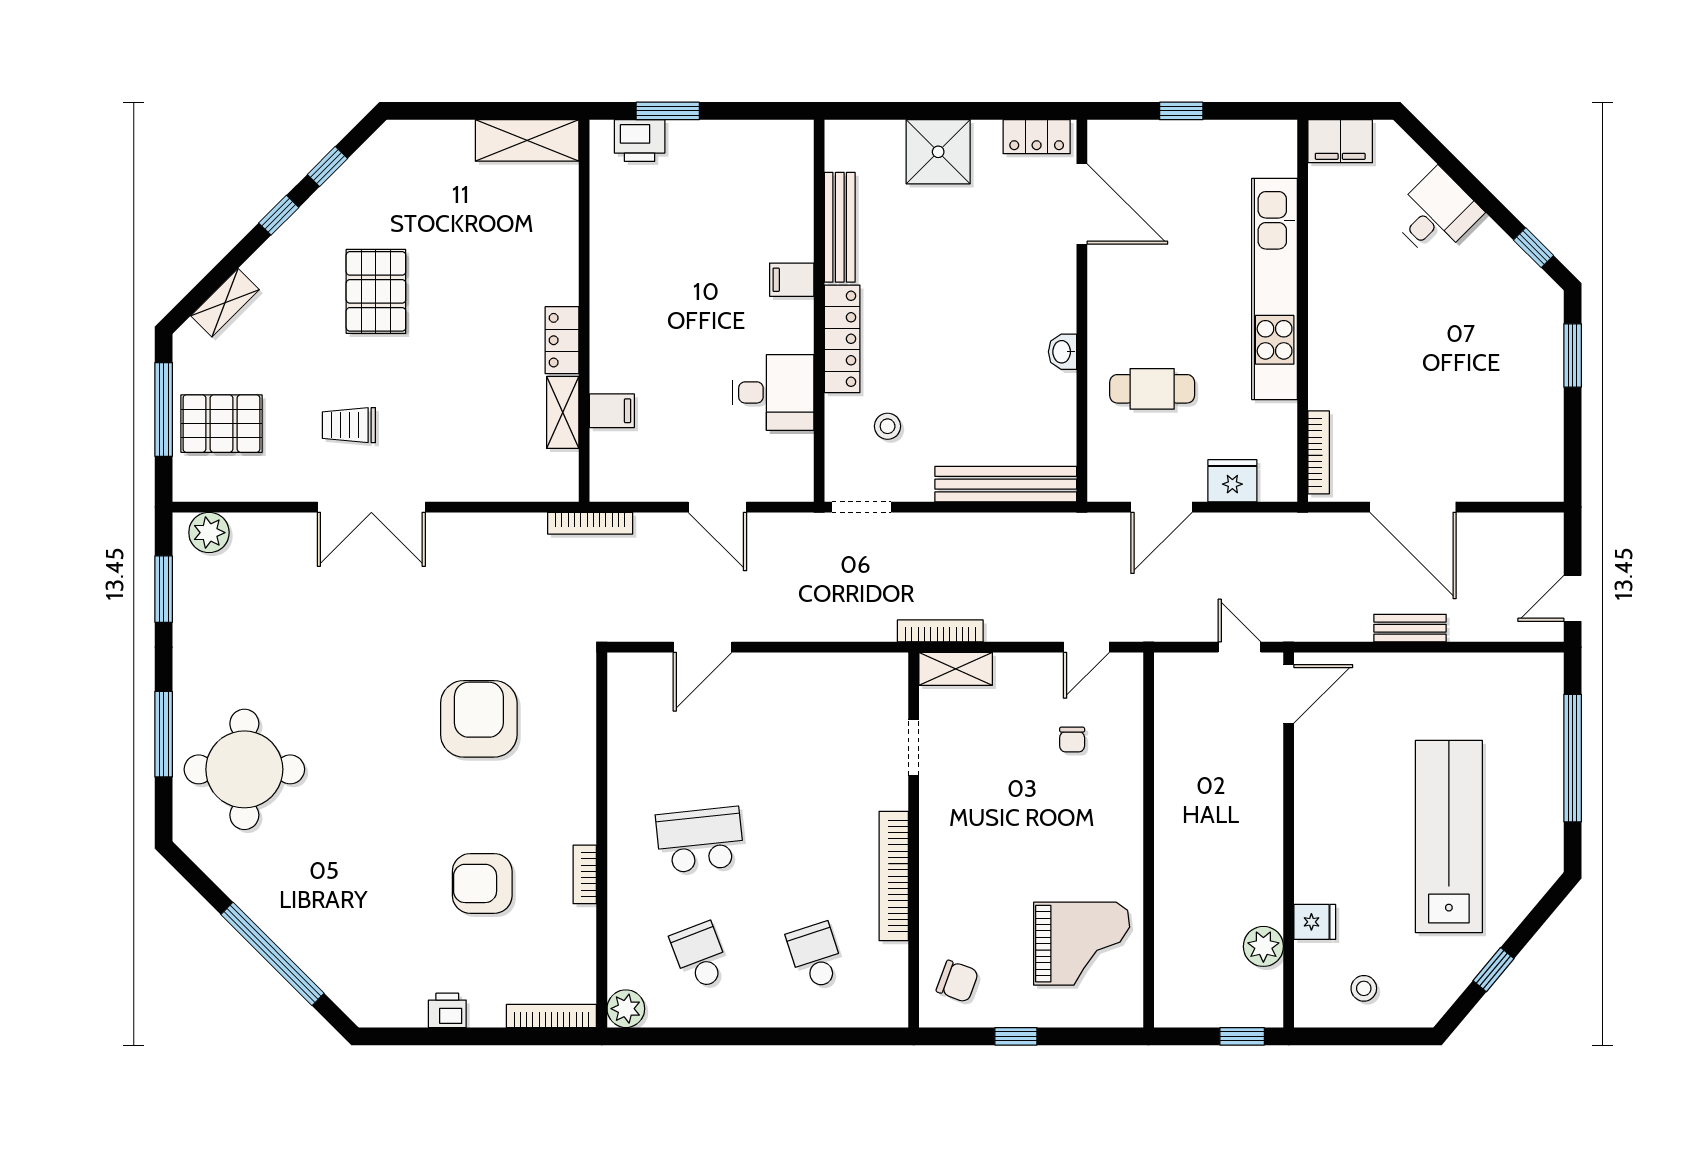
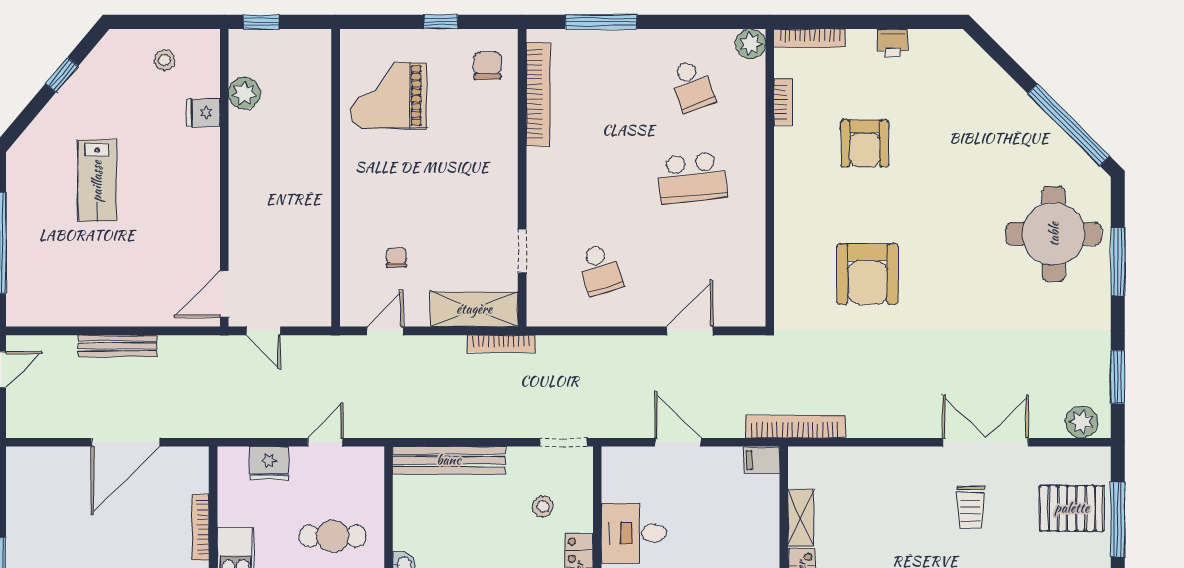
filing cabinet: (612, 411) -> (762, 460), moved
trolley: (349, 425) -> (971, 507), turned 90
bookcase: (1319, 452) -> (201, 527), moved
double door: (371, 507) -> (986, 442), moved
door: (1161, 507) -> (325, 442), width x0.73
door: (1413, 507) -> (126, 442), swing flipped
bookcase: (590, 523) -> (795, 427), width x1.48, depth x1.31
bench: (1410, 628) -> (118, 346), width x1.36
shelving: (956, 669) -> (474, 309), width x1.50, depth x1.33
lab bench: (1449, 836) -> (97, 181), width x0.54, depth x0.72
bookcase: (585, 874) -> (783, 102), moved
bookcase: (894, 876) -> (538, 94), moved
armchair: (482, 883) -> (865, 143), turned 90
window: (273, 954) -> (1069, 125), moved
school desk: (815, 956) -> (600, 270), moved
chair: (957, 981) -> (487, 66), turned 70
window: (814, 1036) -> (601, 22), added

